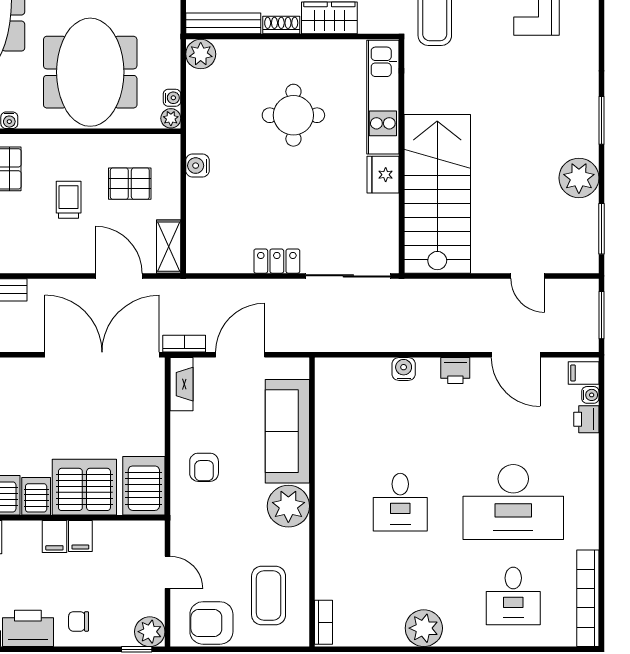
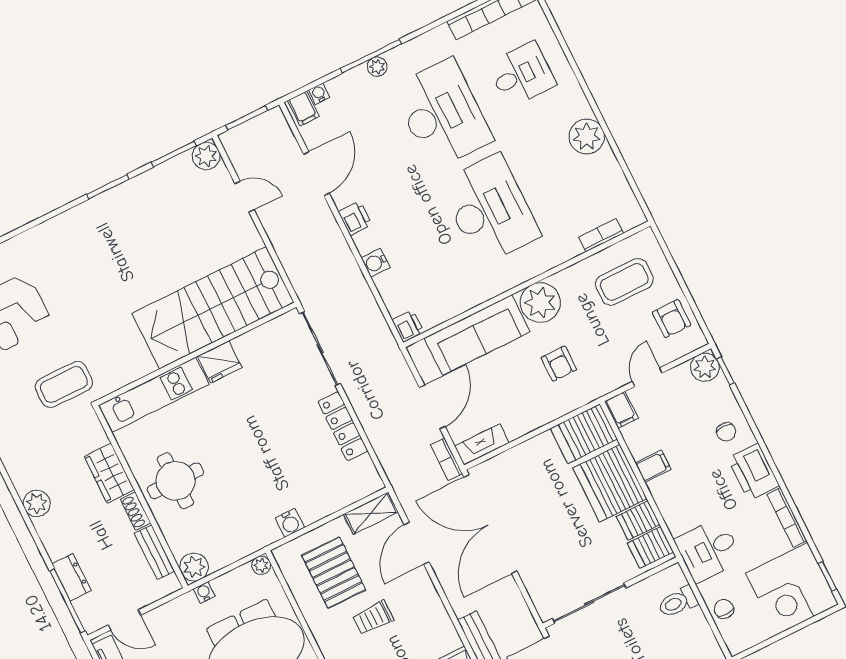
bench: (223, 23) -> (154, 552), width x0.73
water cooler: (172, 98) -> (204, 592), moved
round table: (293, 115) -> (175, 481), moved
window: (601, 120) -> (108, 187), moved
plant: (579, 178) -> (206, 156), moved, width x0.73, depth x0.73
pallet: (130, 184) -> (334, 573), width x1.50, depth x1.42
locker: (277, 261) -> (343, 426), width x1.53
door: (528, 276) -> (245, 197), hinge flipped
door: (240, 355) -> (432, 407), swing flipped
printer: (586, 419) -> (408, 326), moved, turned -90
window: (601, 462) -> (371, 56), added
plant: (588, 463) -> (377, 67), added
armchair: (204, 467) -> (559, 364), moved, turned 90
desk: (400, 502) -> (490, 210), width x1.87, depth x1.30
filing cabinet: (54, 537) -> (621, 410), moved, turned 90
bookcase: (324, 622) -> (601, 235), moved
armchair: (211, 623) -> (672, 319), width x0.72, depth x0.72

